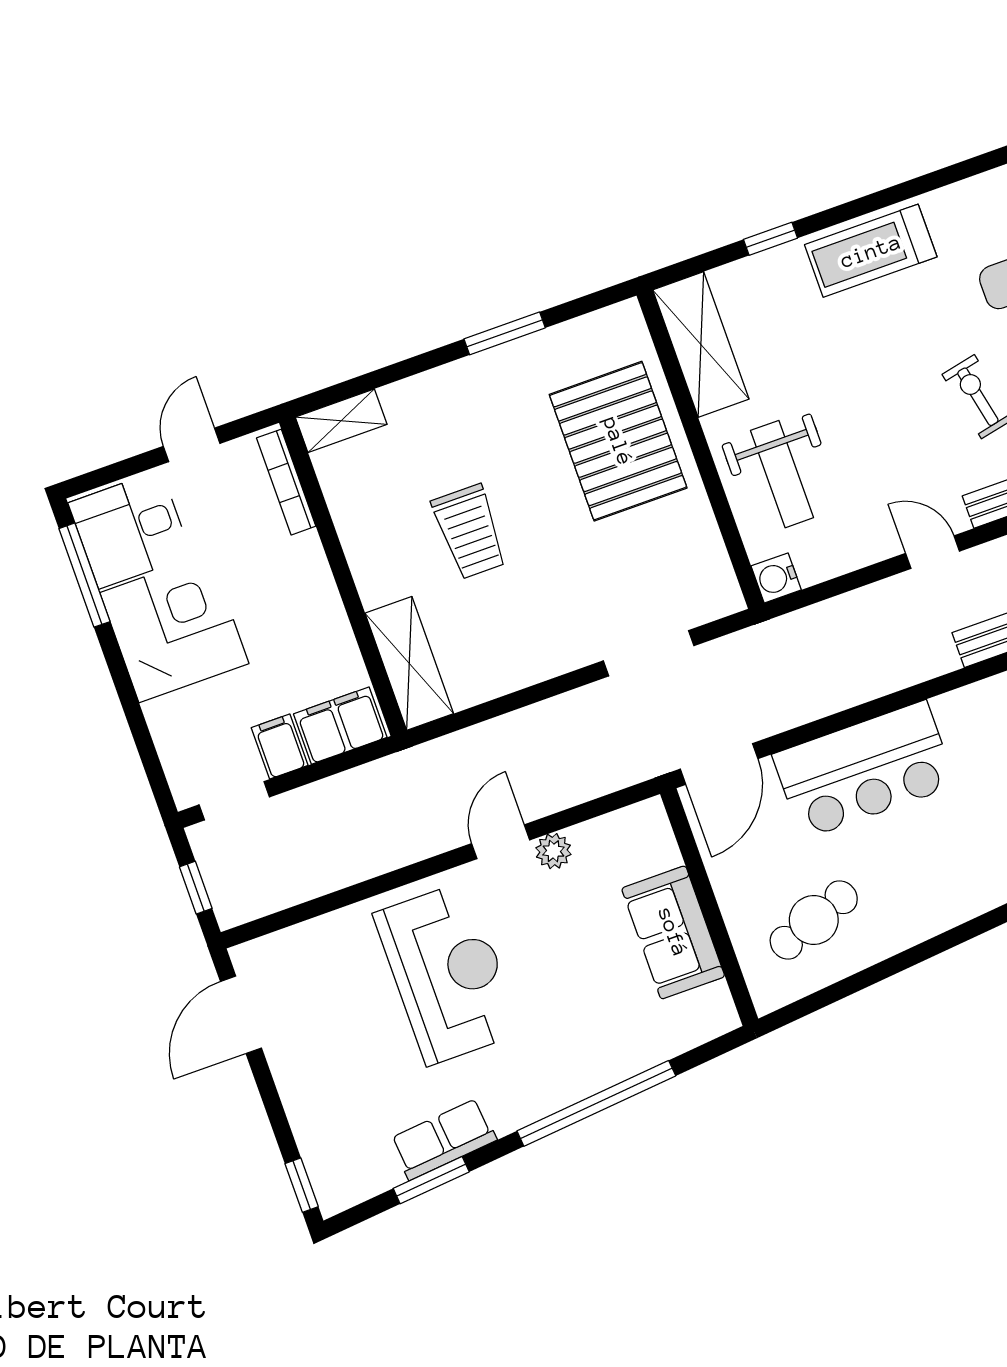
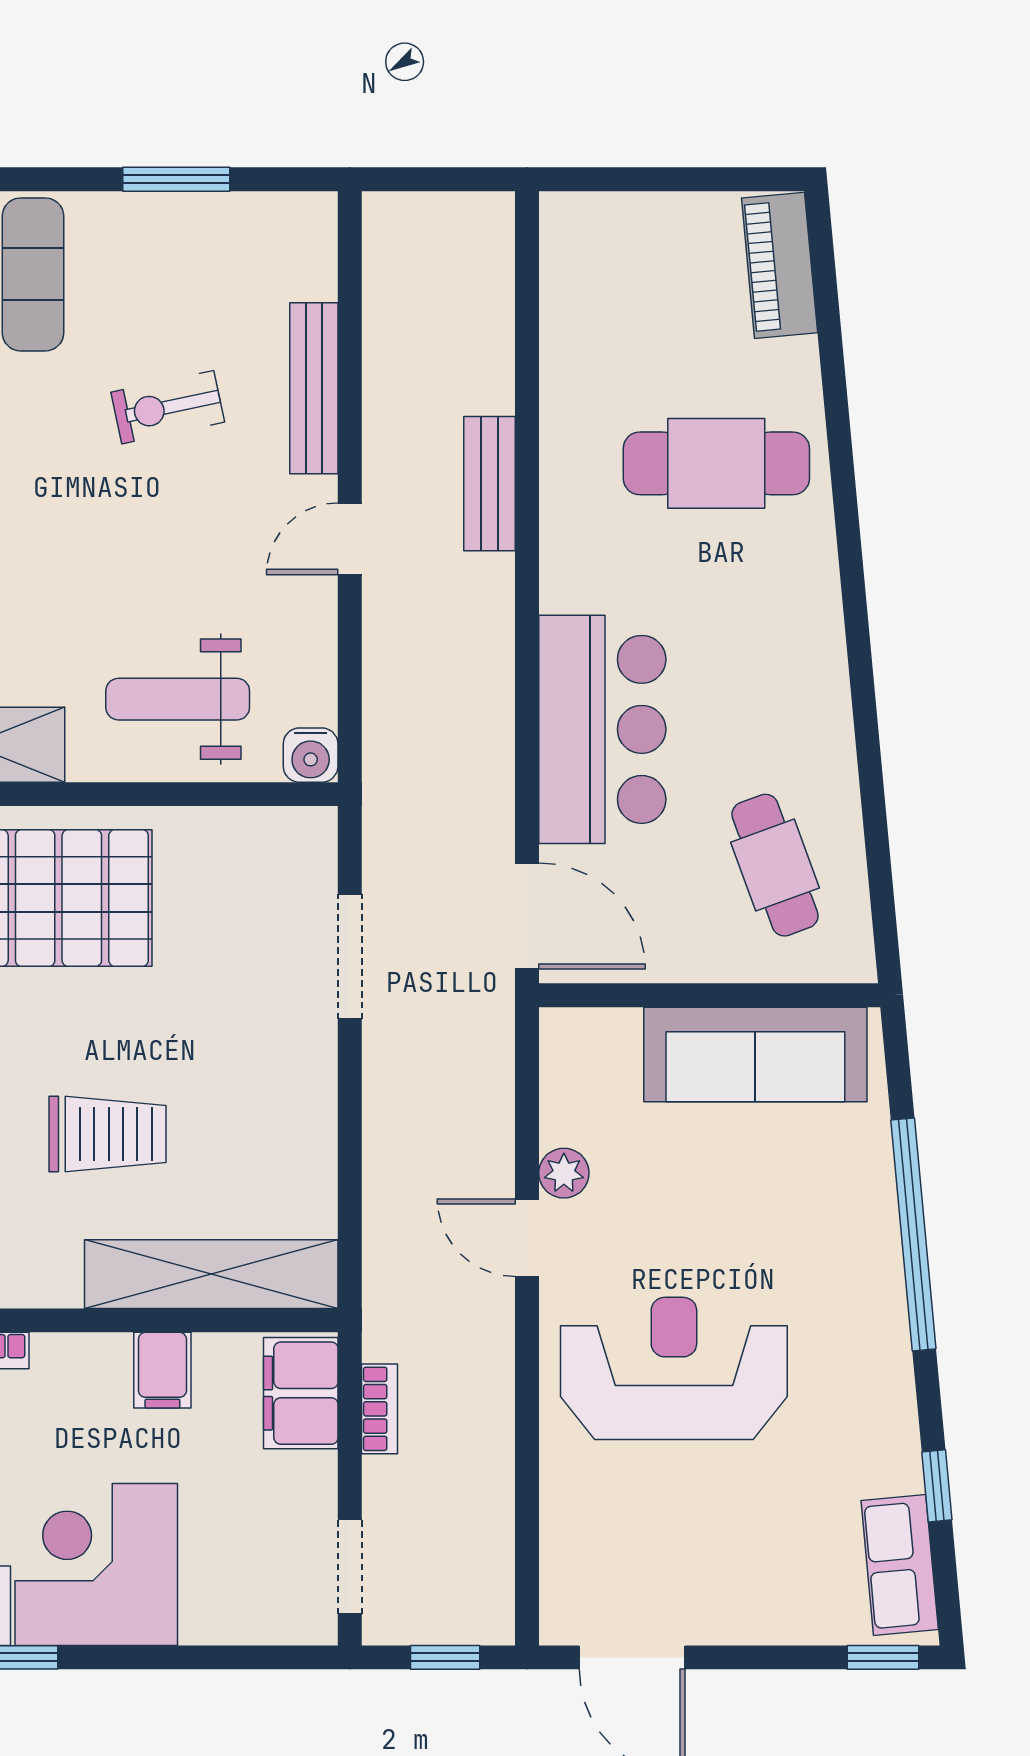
weight bench: (782, 474) -> (178, 699), turned 180
shelving: (409, 663) -> (211, 1274), width x1.47
filing cabinet: (280, 747) -> (162, 1370), moved, turned -90
bookcase: (349, 783) -> (379, 1409), added
sofa: (673, 932) -> (755, 1054), width x1.36
row of seats: (443, 1139) -> (900, 1565), moved
window: (431, 1180) -> (937, 1486), width x0.67

